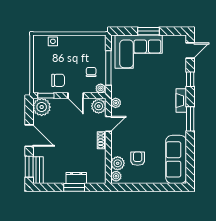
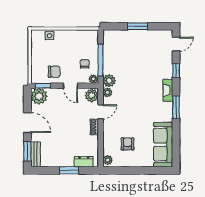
corner sofa: (139, 52) -> (129, 45), removed
plant: (118, 163) -> (109, 81), moved
dresser: (76, 178) -> (84, 162), moved

